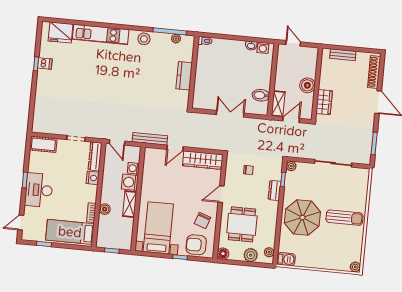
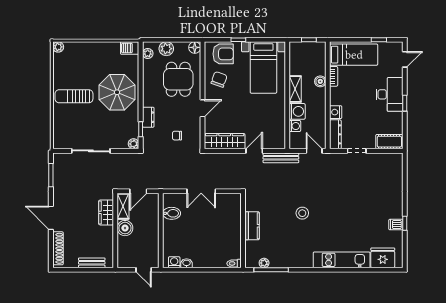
stool: (144, 39) -> (302, 213), moved
shelving: (278, 104) -> (123, 206), moved

